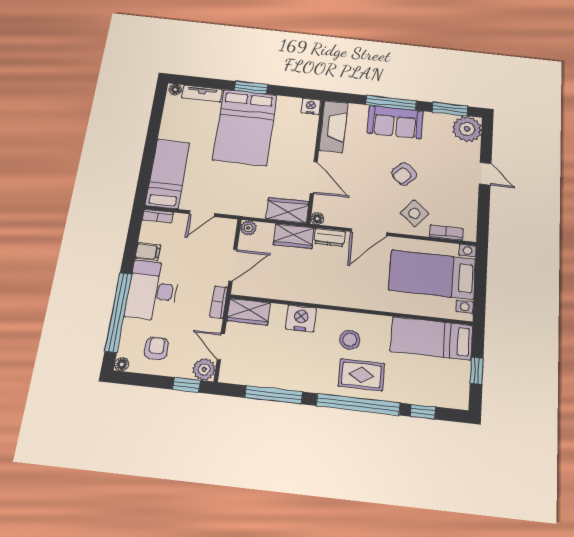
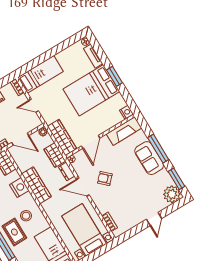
armchair: (404, 174) -> (105, 178), moved
wardrobe: (287, 210) -> (62, 138), width x1.50
side table: (414, 213) -> (108, 201), removed
wardrobe: (317, 292) -> (36, 185), added

